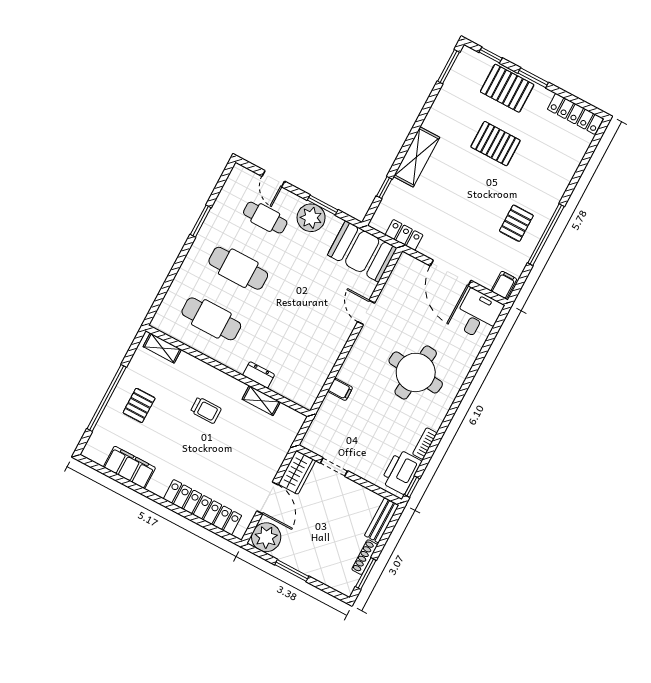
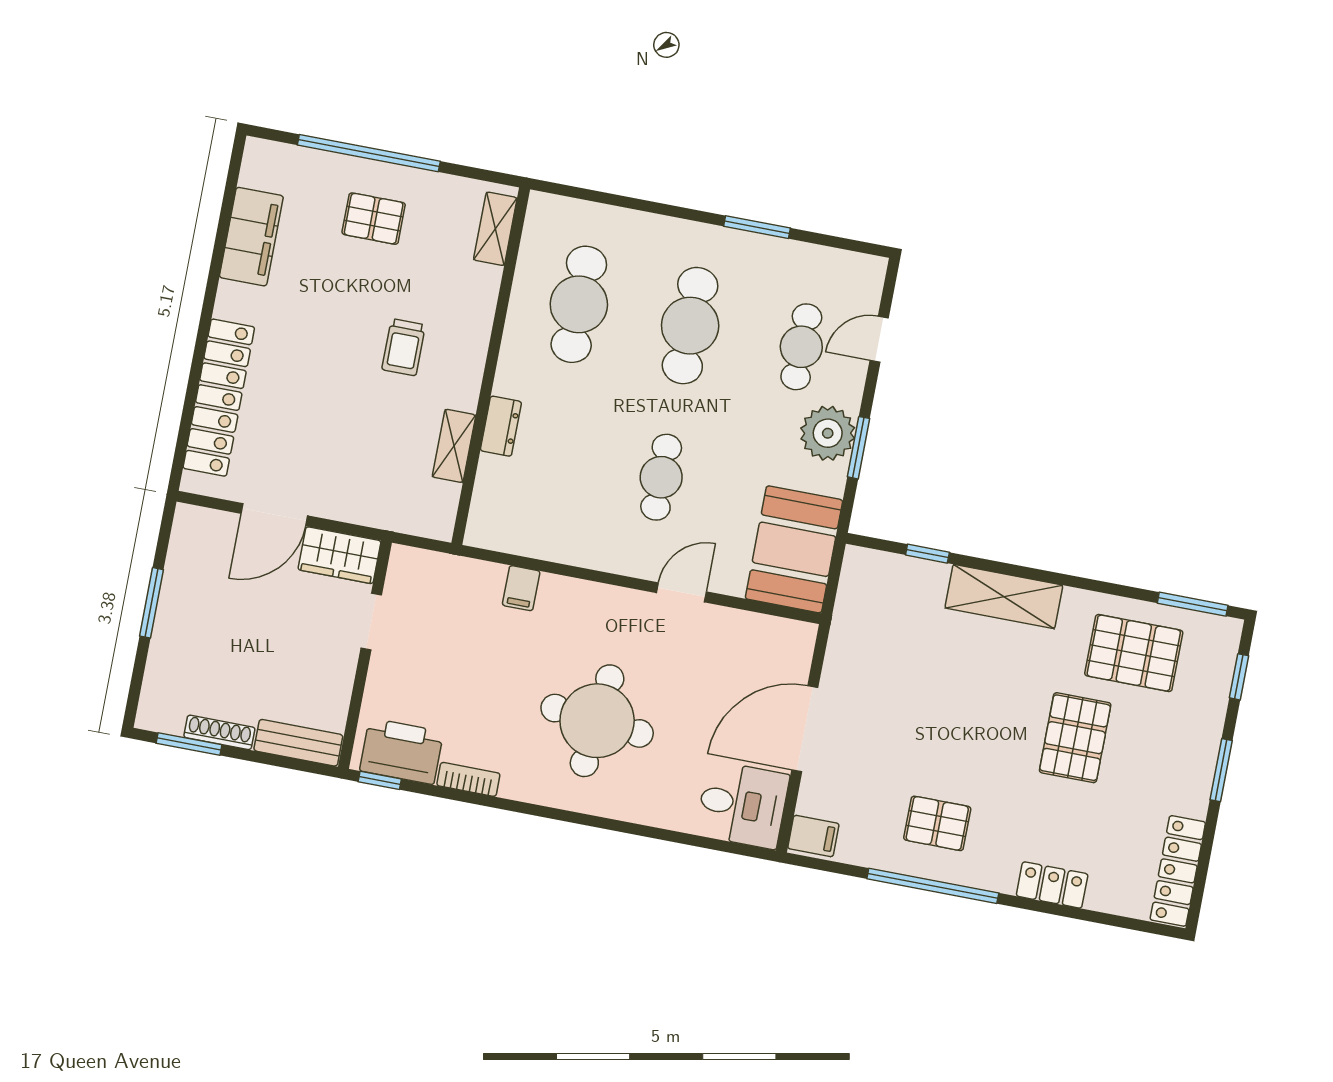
pallet: (507, 88) -> (1134, 653), moved, turned 90
locker: (404, 235) -> (1052, 885), moved, turned -90
cafe table: (307, 305) -> (661, 477), added
plant: (266, 537) -> (199, 535), removed

